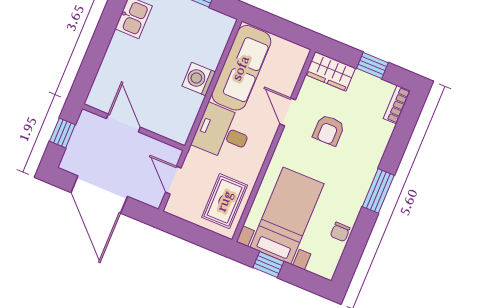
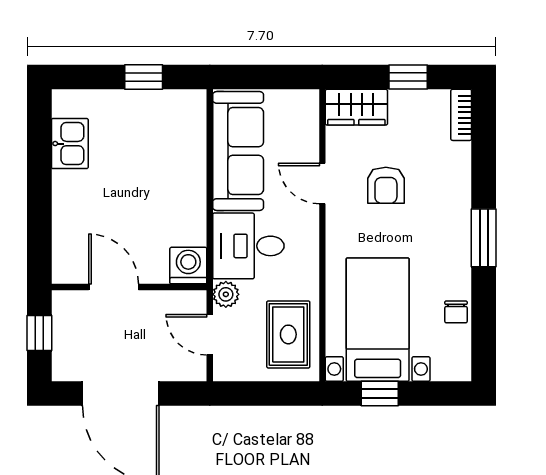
washing machine: (199, 79) -> (188, 266), moved, turned 90
plant: (195, 158) -> (226, 294), added

